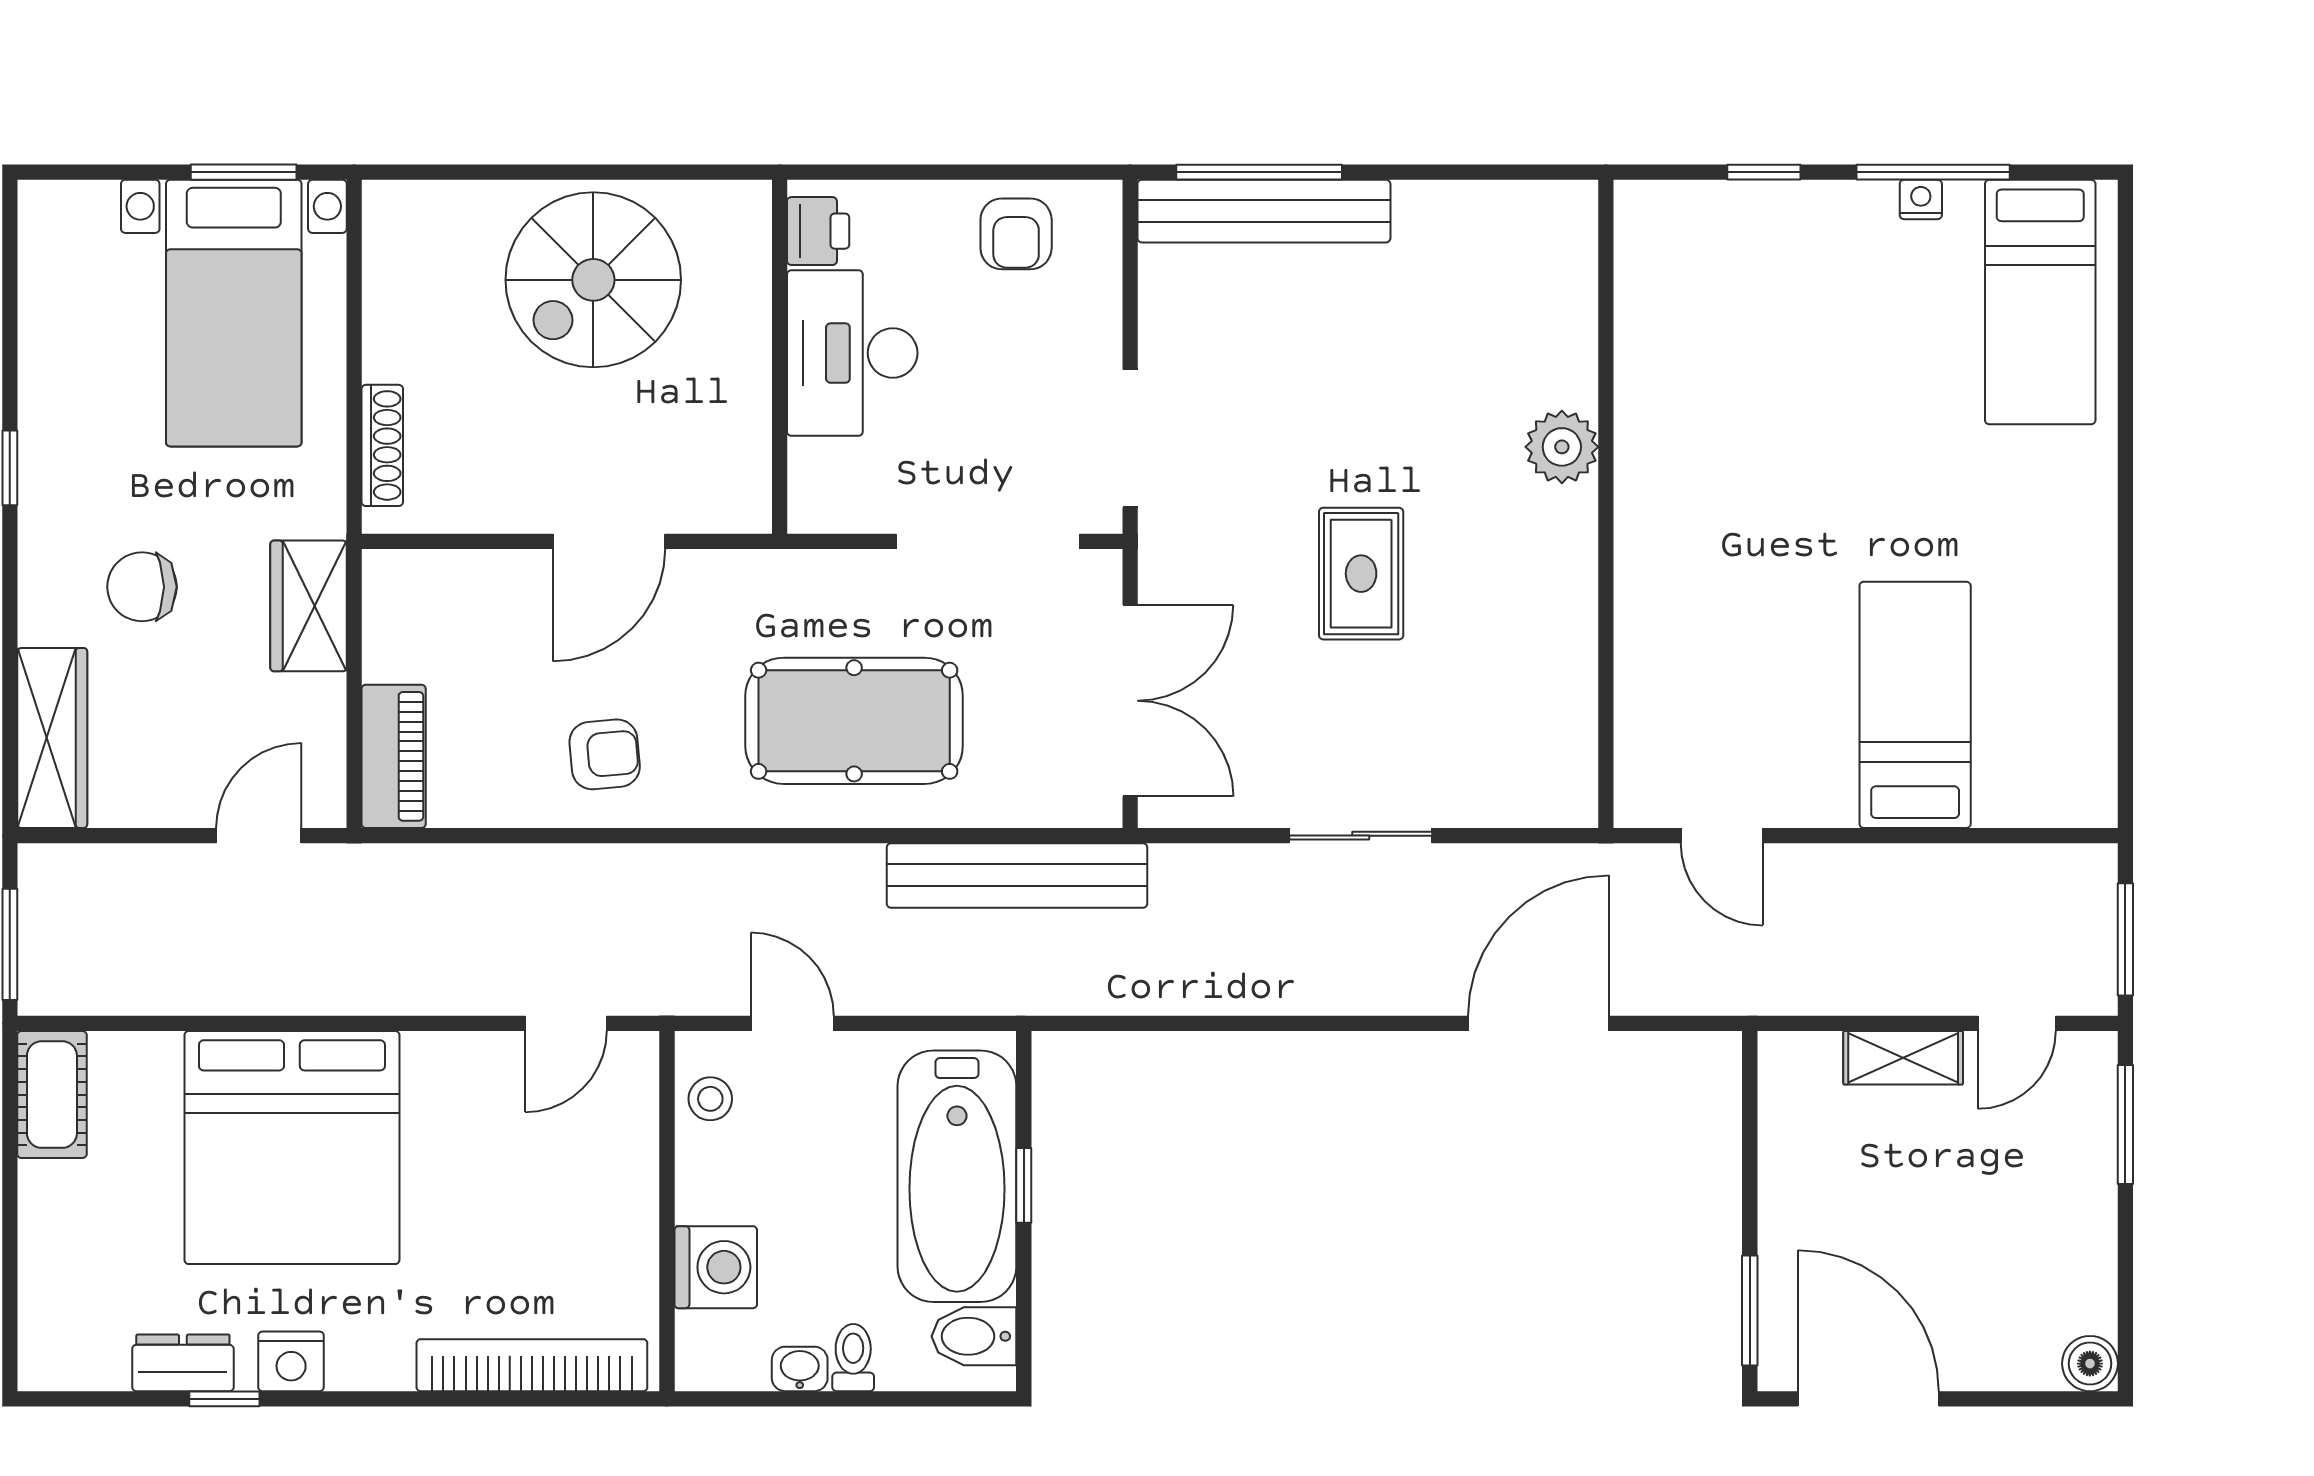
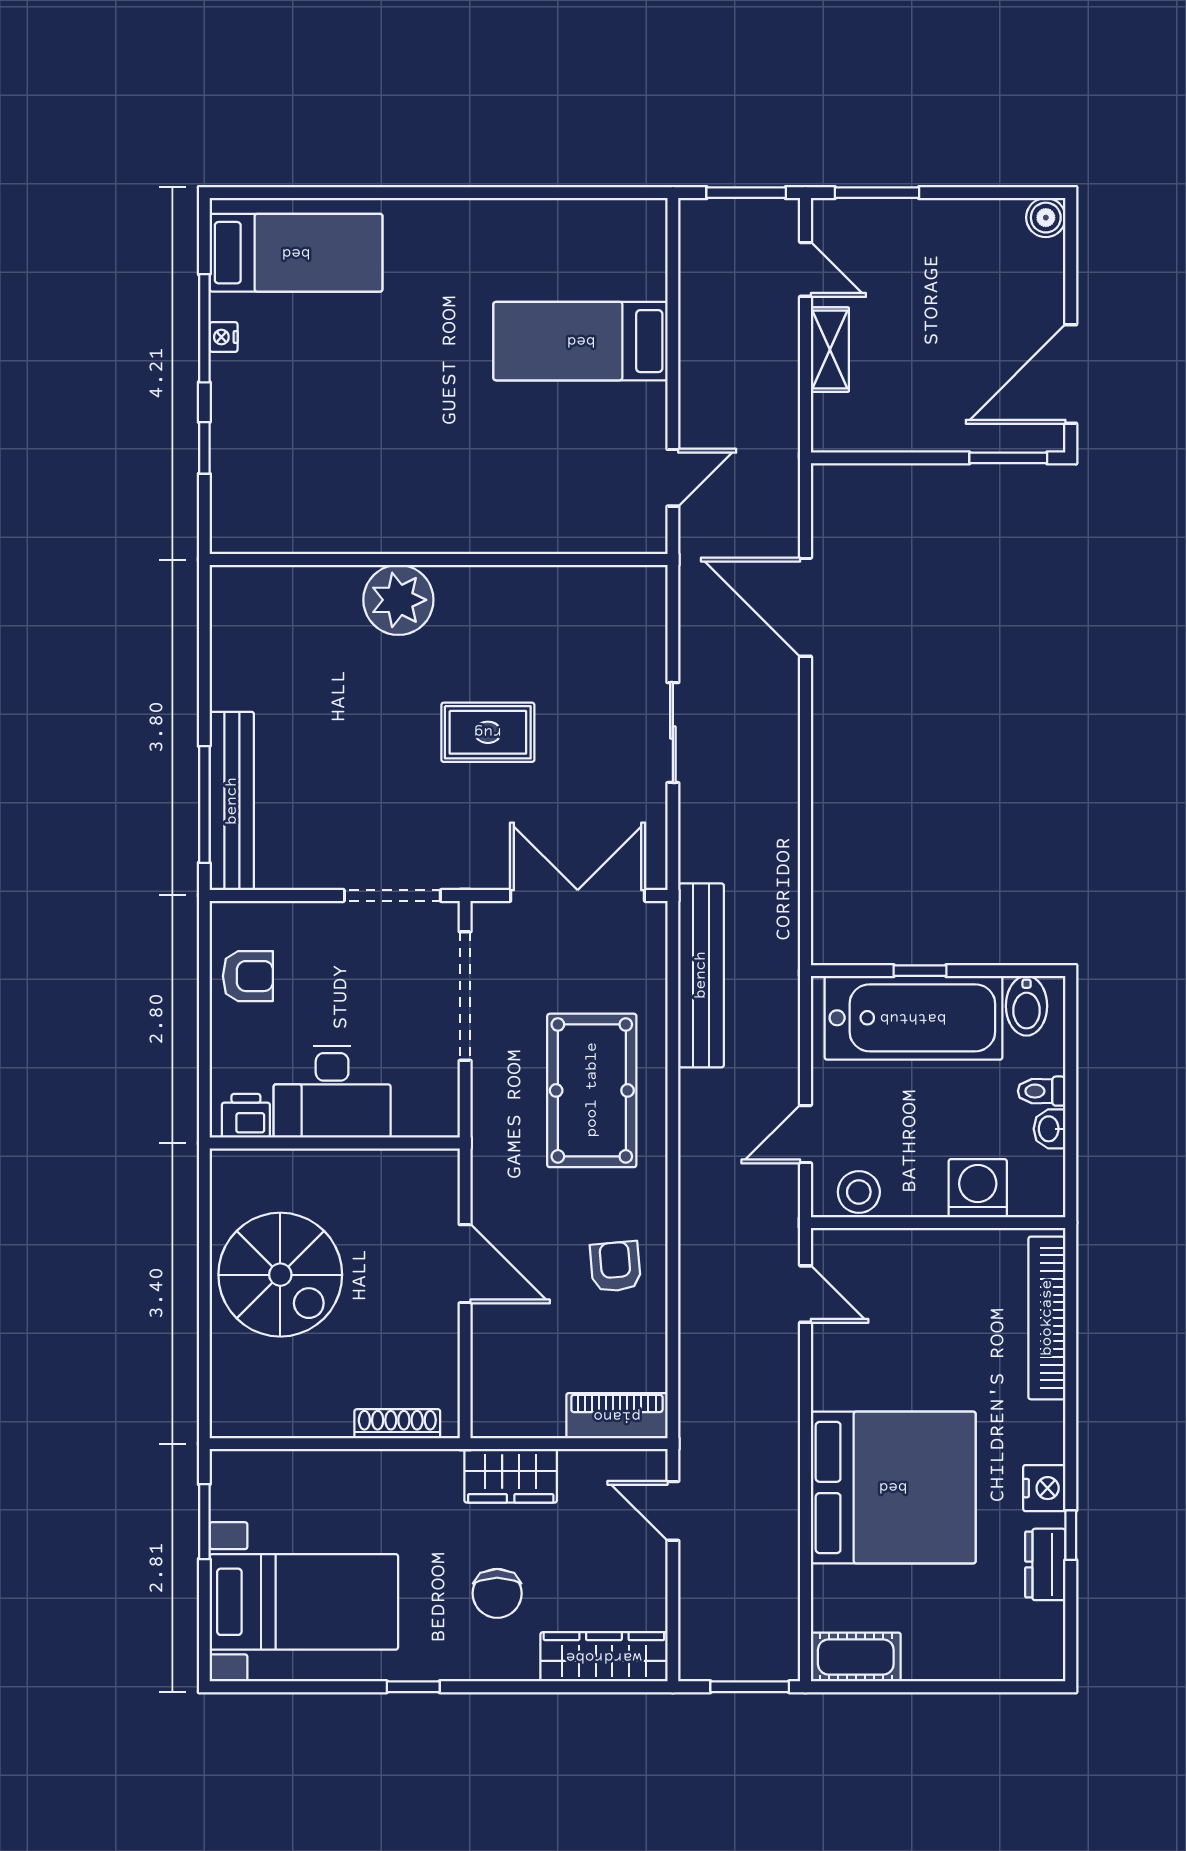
bed with nightstands: (234, 313) -> (304, 1602), moved
plant: (1562, 447) -> (398, 600), width x1.36, depth x1.36
stool: (710, 1099) -> (859, 1192), width x1.37, depth x1.37

